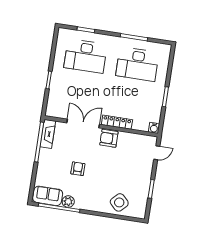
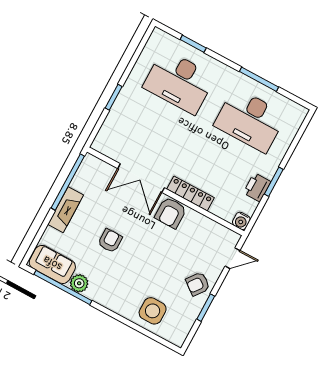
printer: (156, 104) -> (257, 187), added
double door: (83, 124) -> (141, 178), swing flipped
fireplace: (48, 134) -> (66, 210), moved
armchair: (109, 138) -> (171, 213), turned -90
armchair: (141, 176) -> (198, 284), added
side table: (119, 202) -> (153, 311), turned 45

